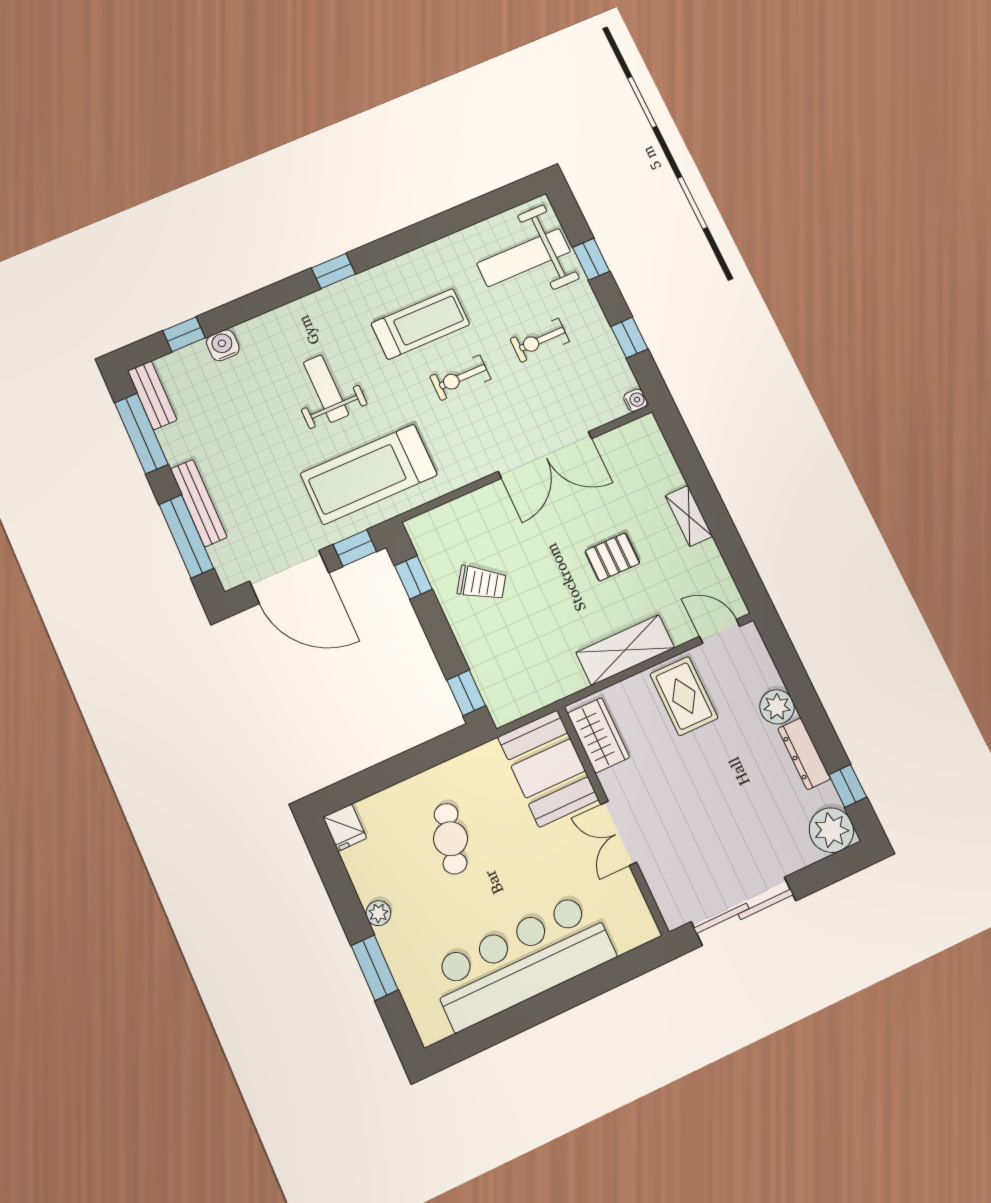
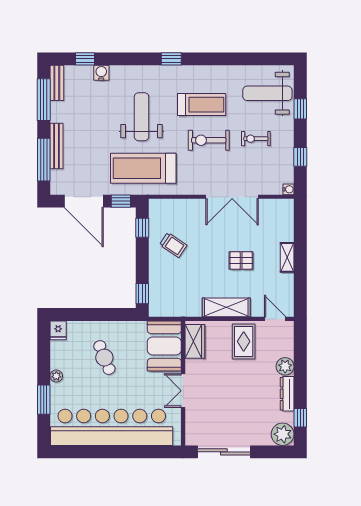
exercise bike: (460, 378) -> (209, 140), width x1.38, depth x1.39
weight bench: (326, 389) -> (142, 117), width x1.36, depth x1.33
cafe table: (451, 839) -> (104, 358), turned -36
bar counter: (522, 961) -> (112, 427), width x1.36

